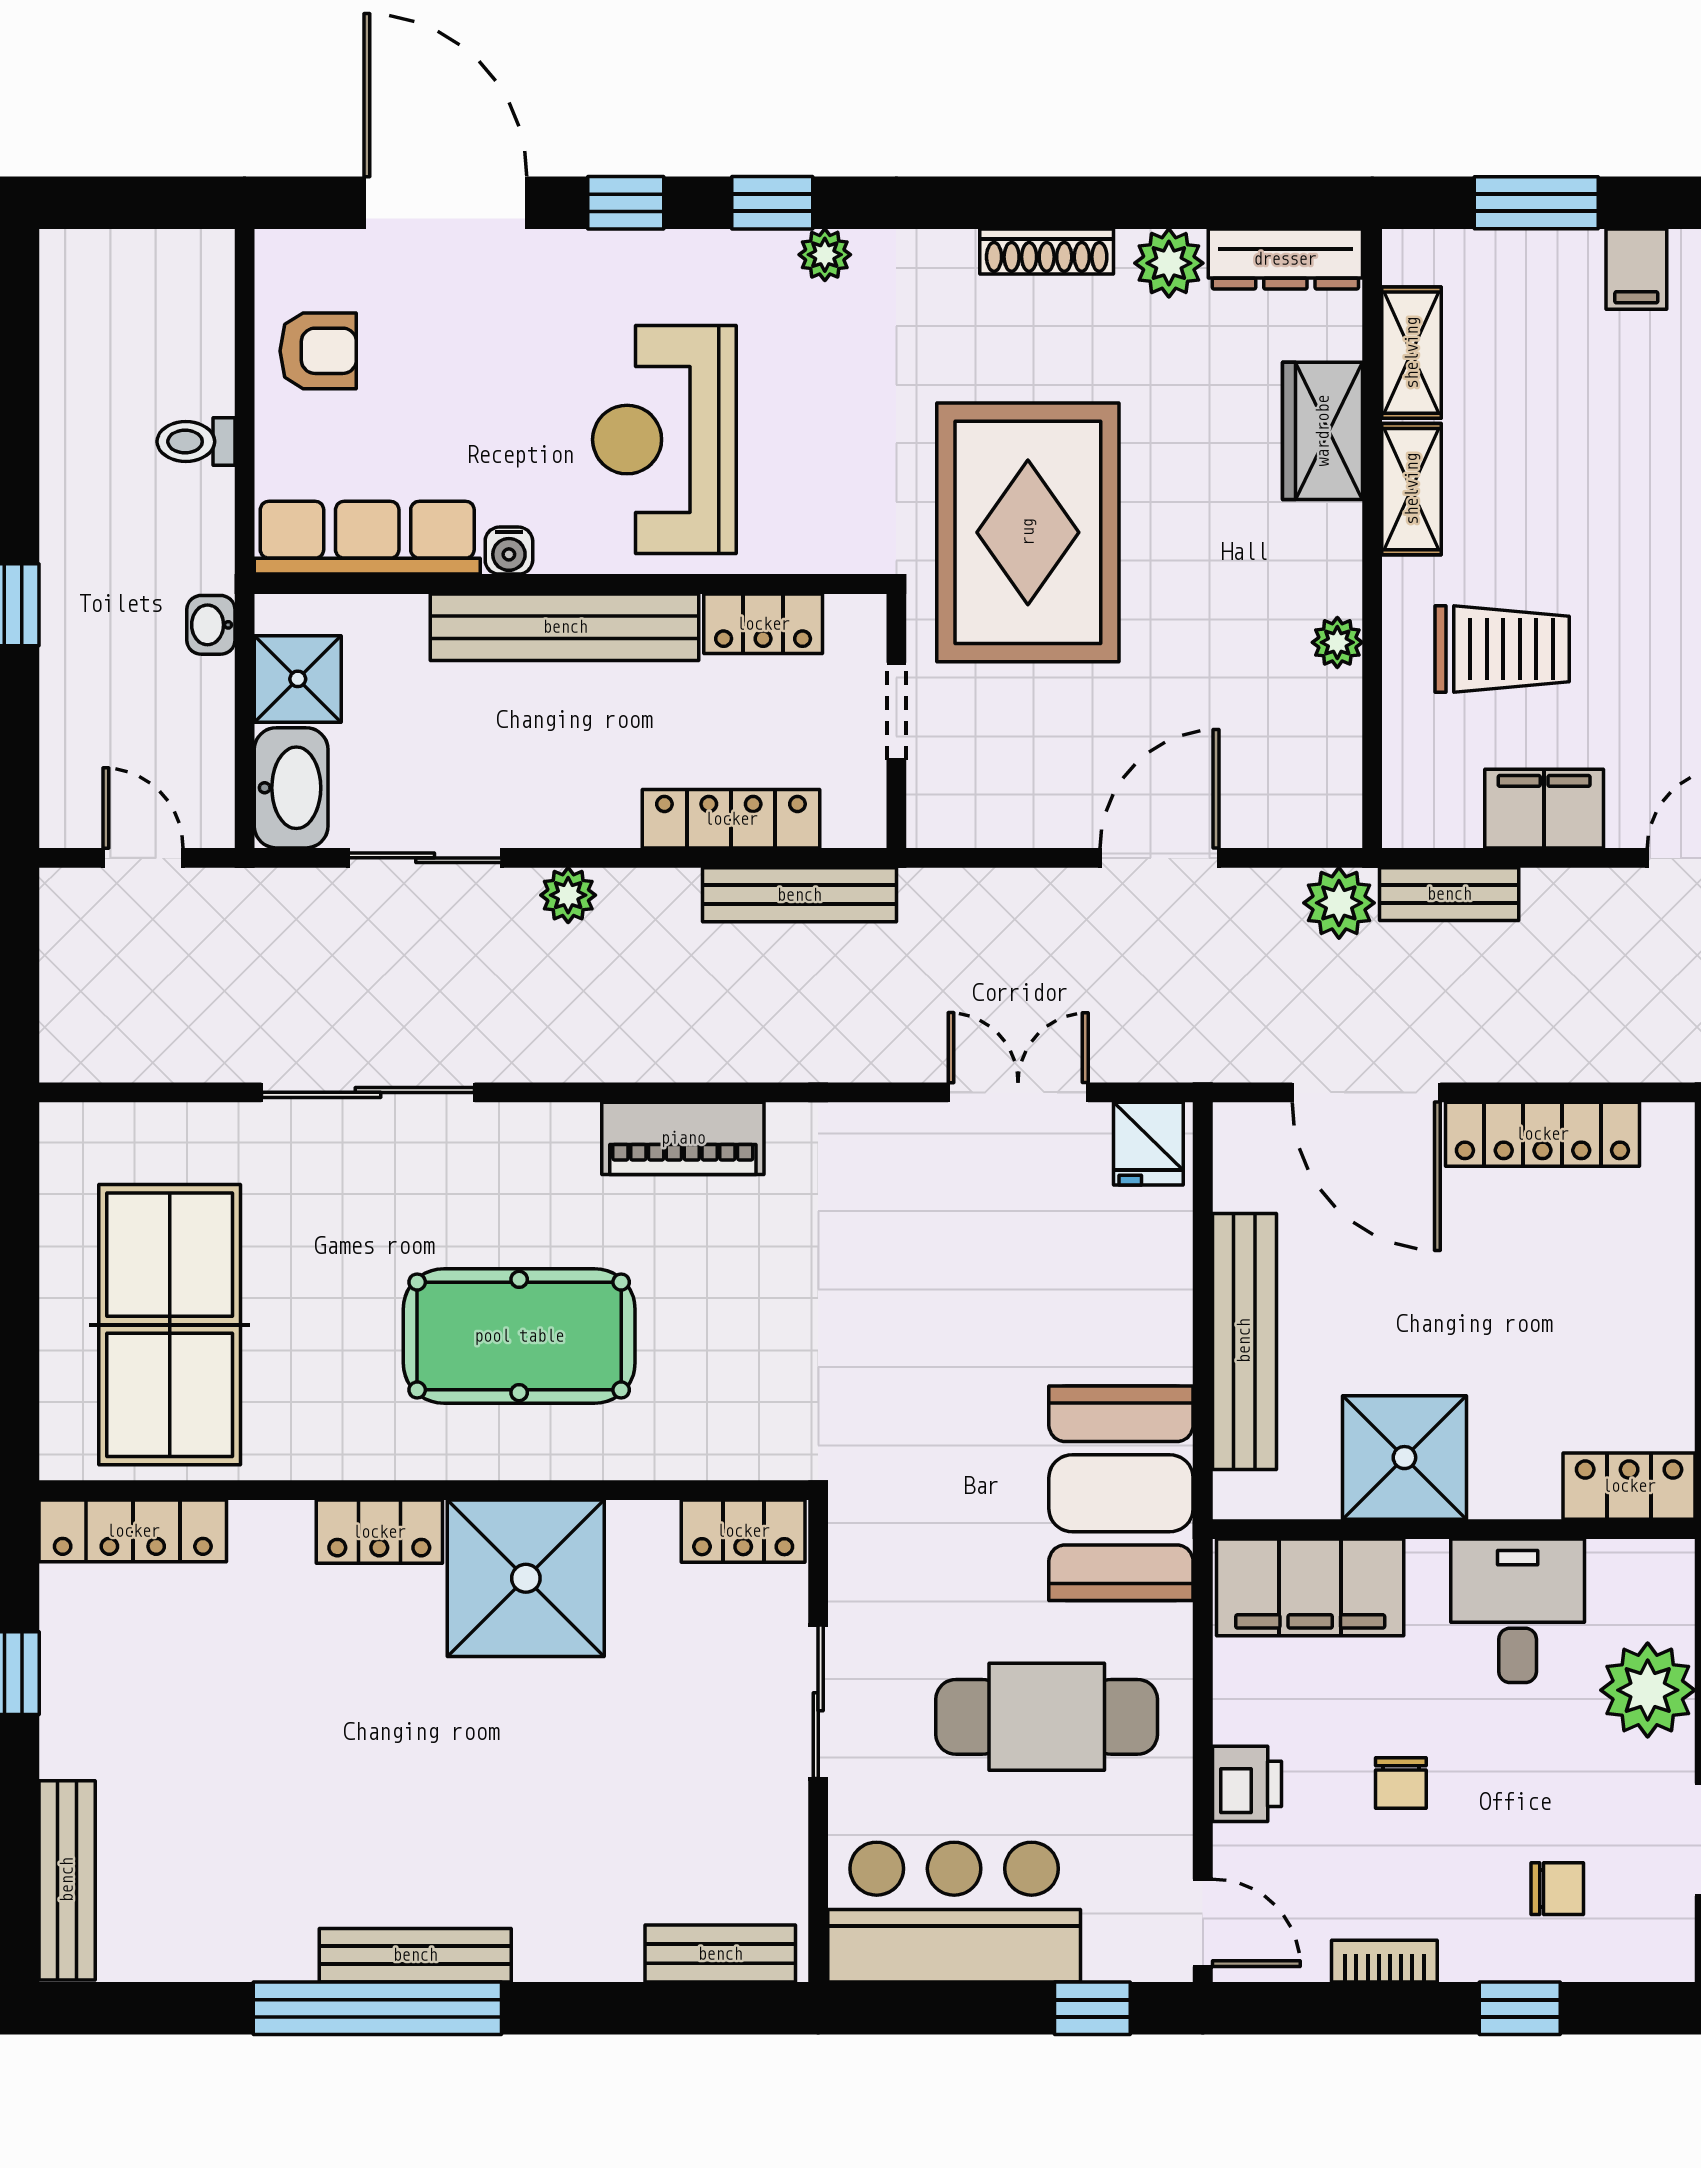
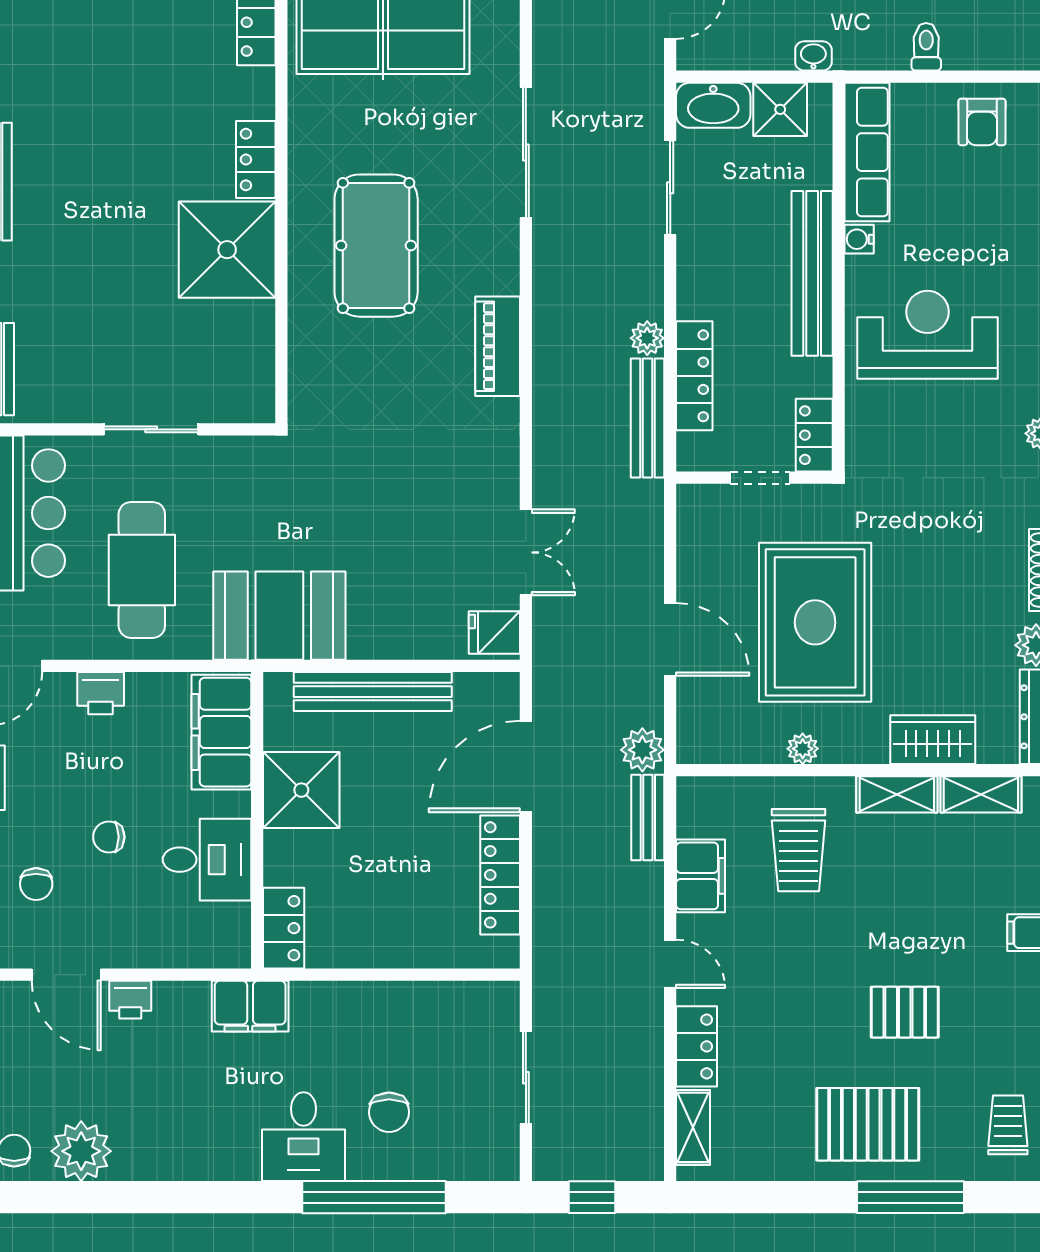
rug: (1028, 532) -> (815, 622), moved, turned 90
locker: (763, 624) -> (814, 435), moved
plant: (568, 895) -> (647, 338), moved
locker: (743, 1531) -> (256, 383), removed
plant: (1648, 1690) -> (158, 940), removed
chair: (1401, 1783) -> (109, 837), moved

